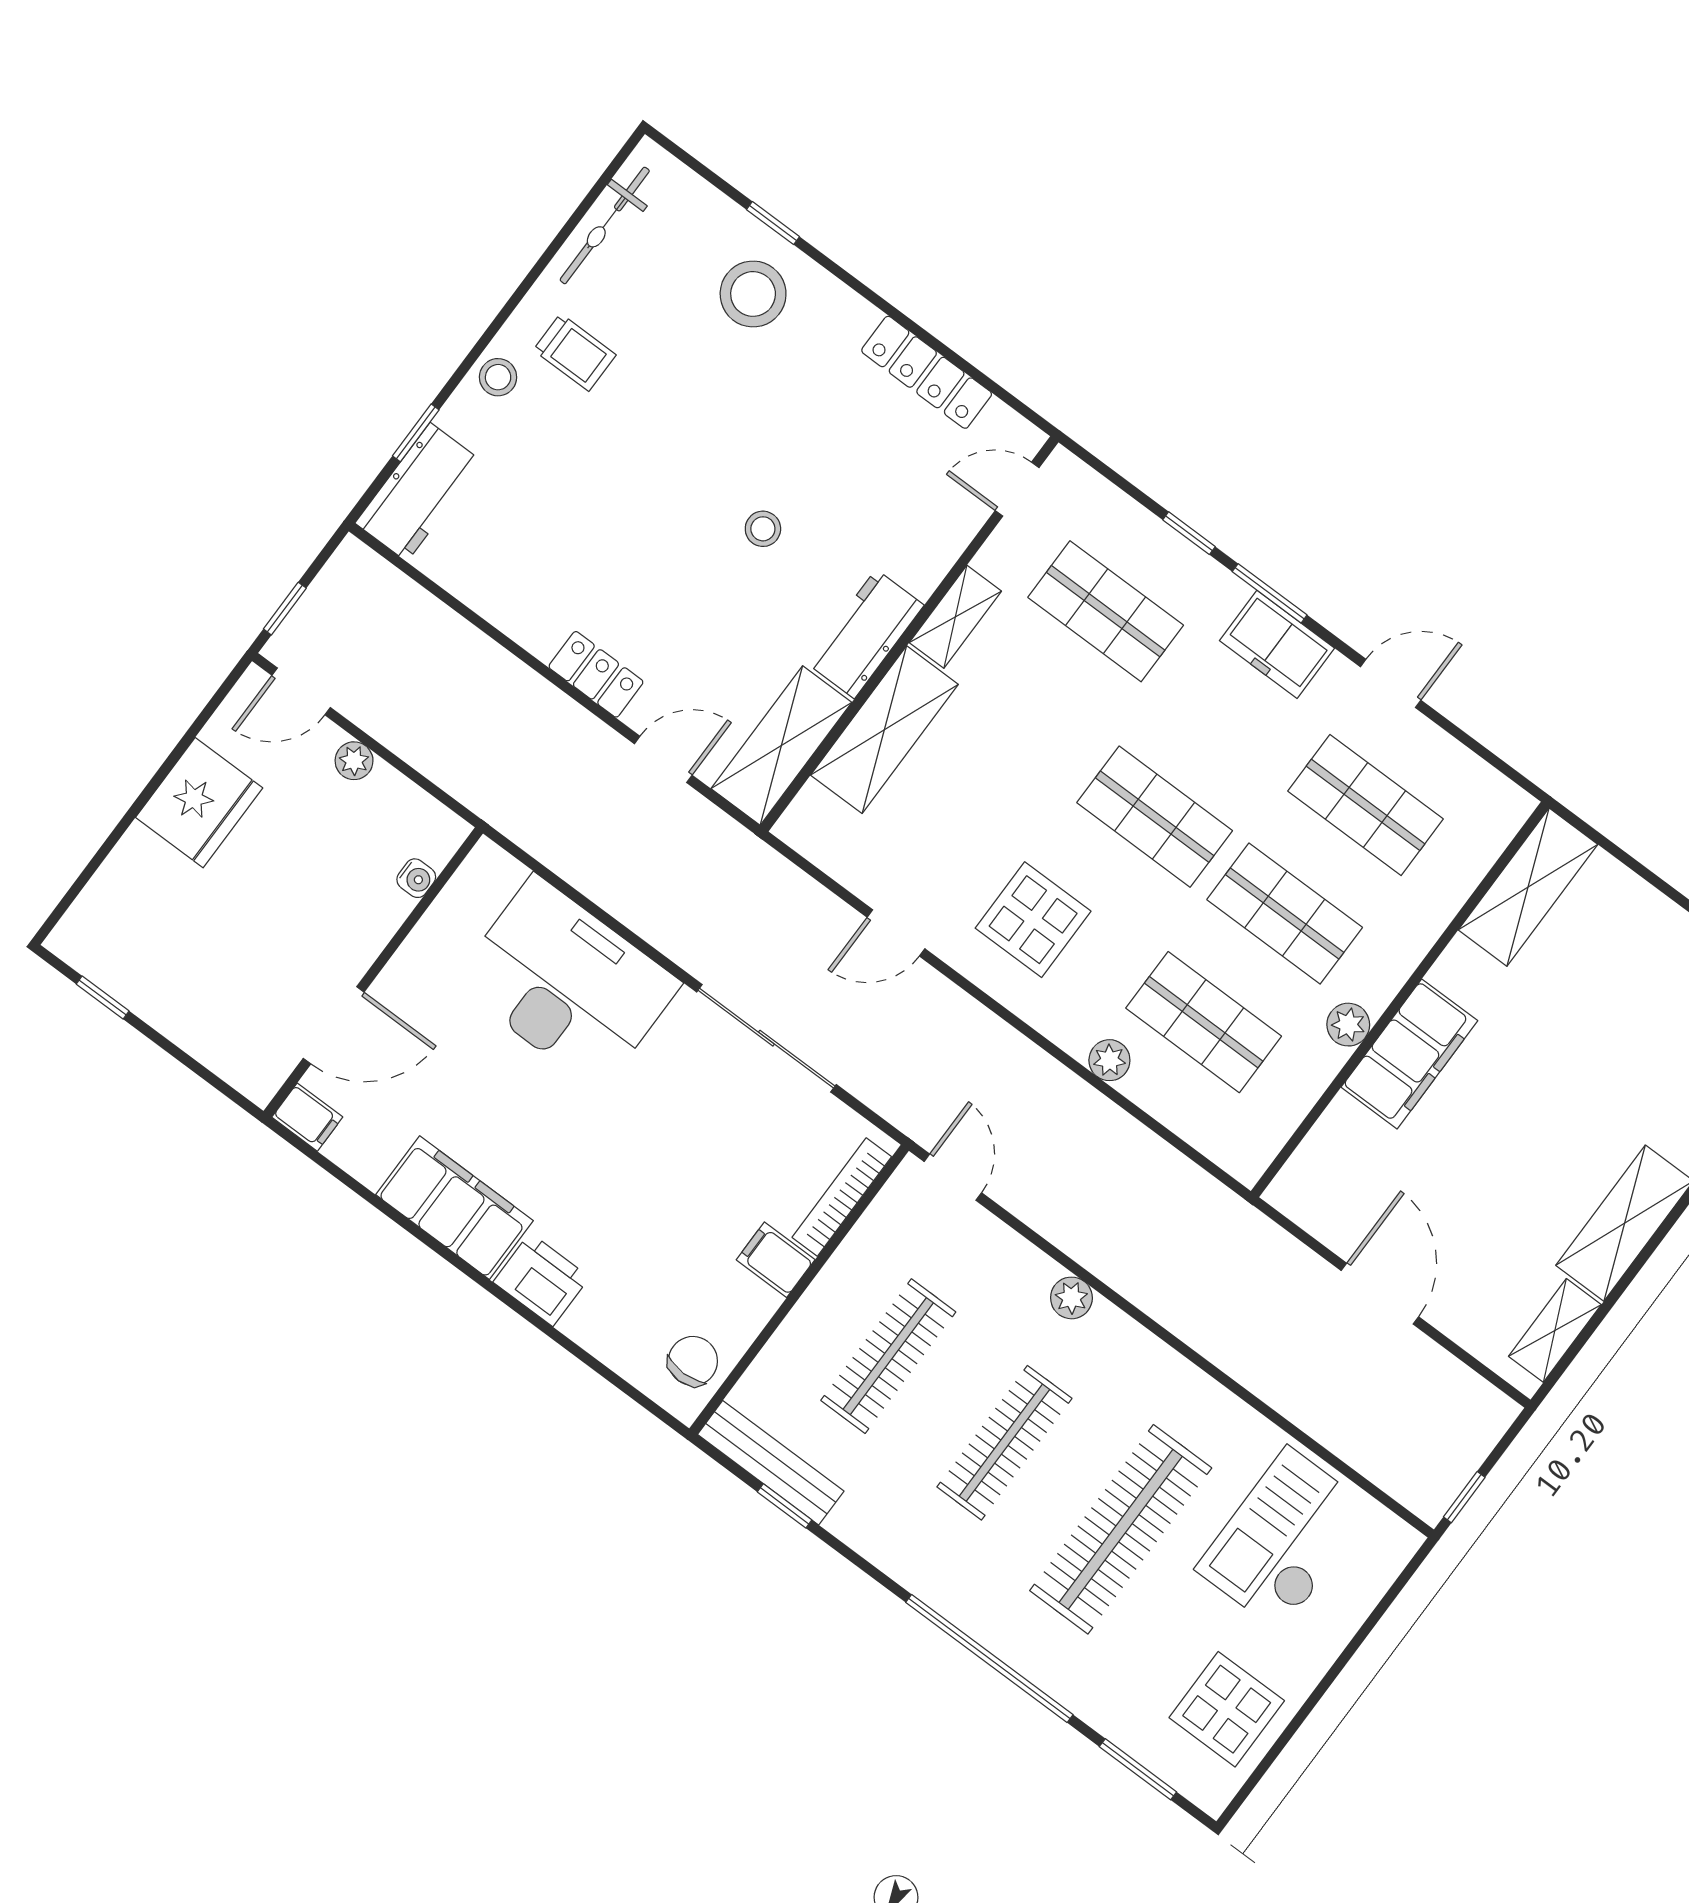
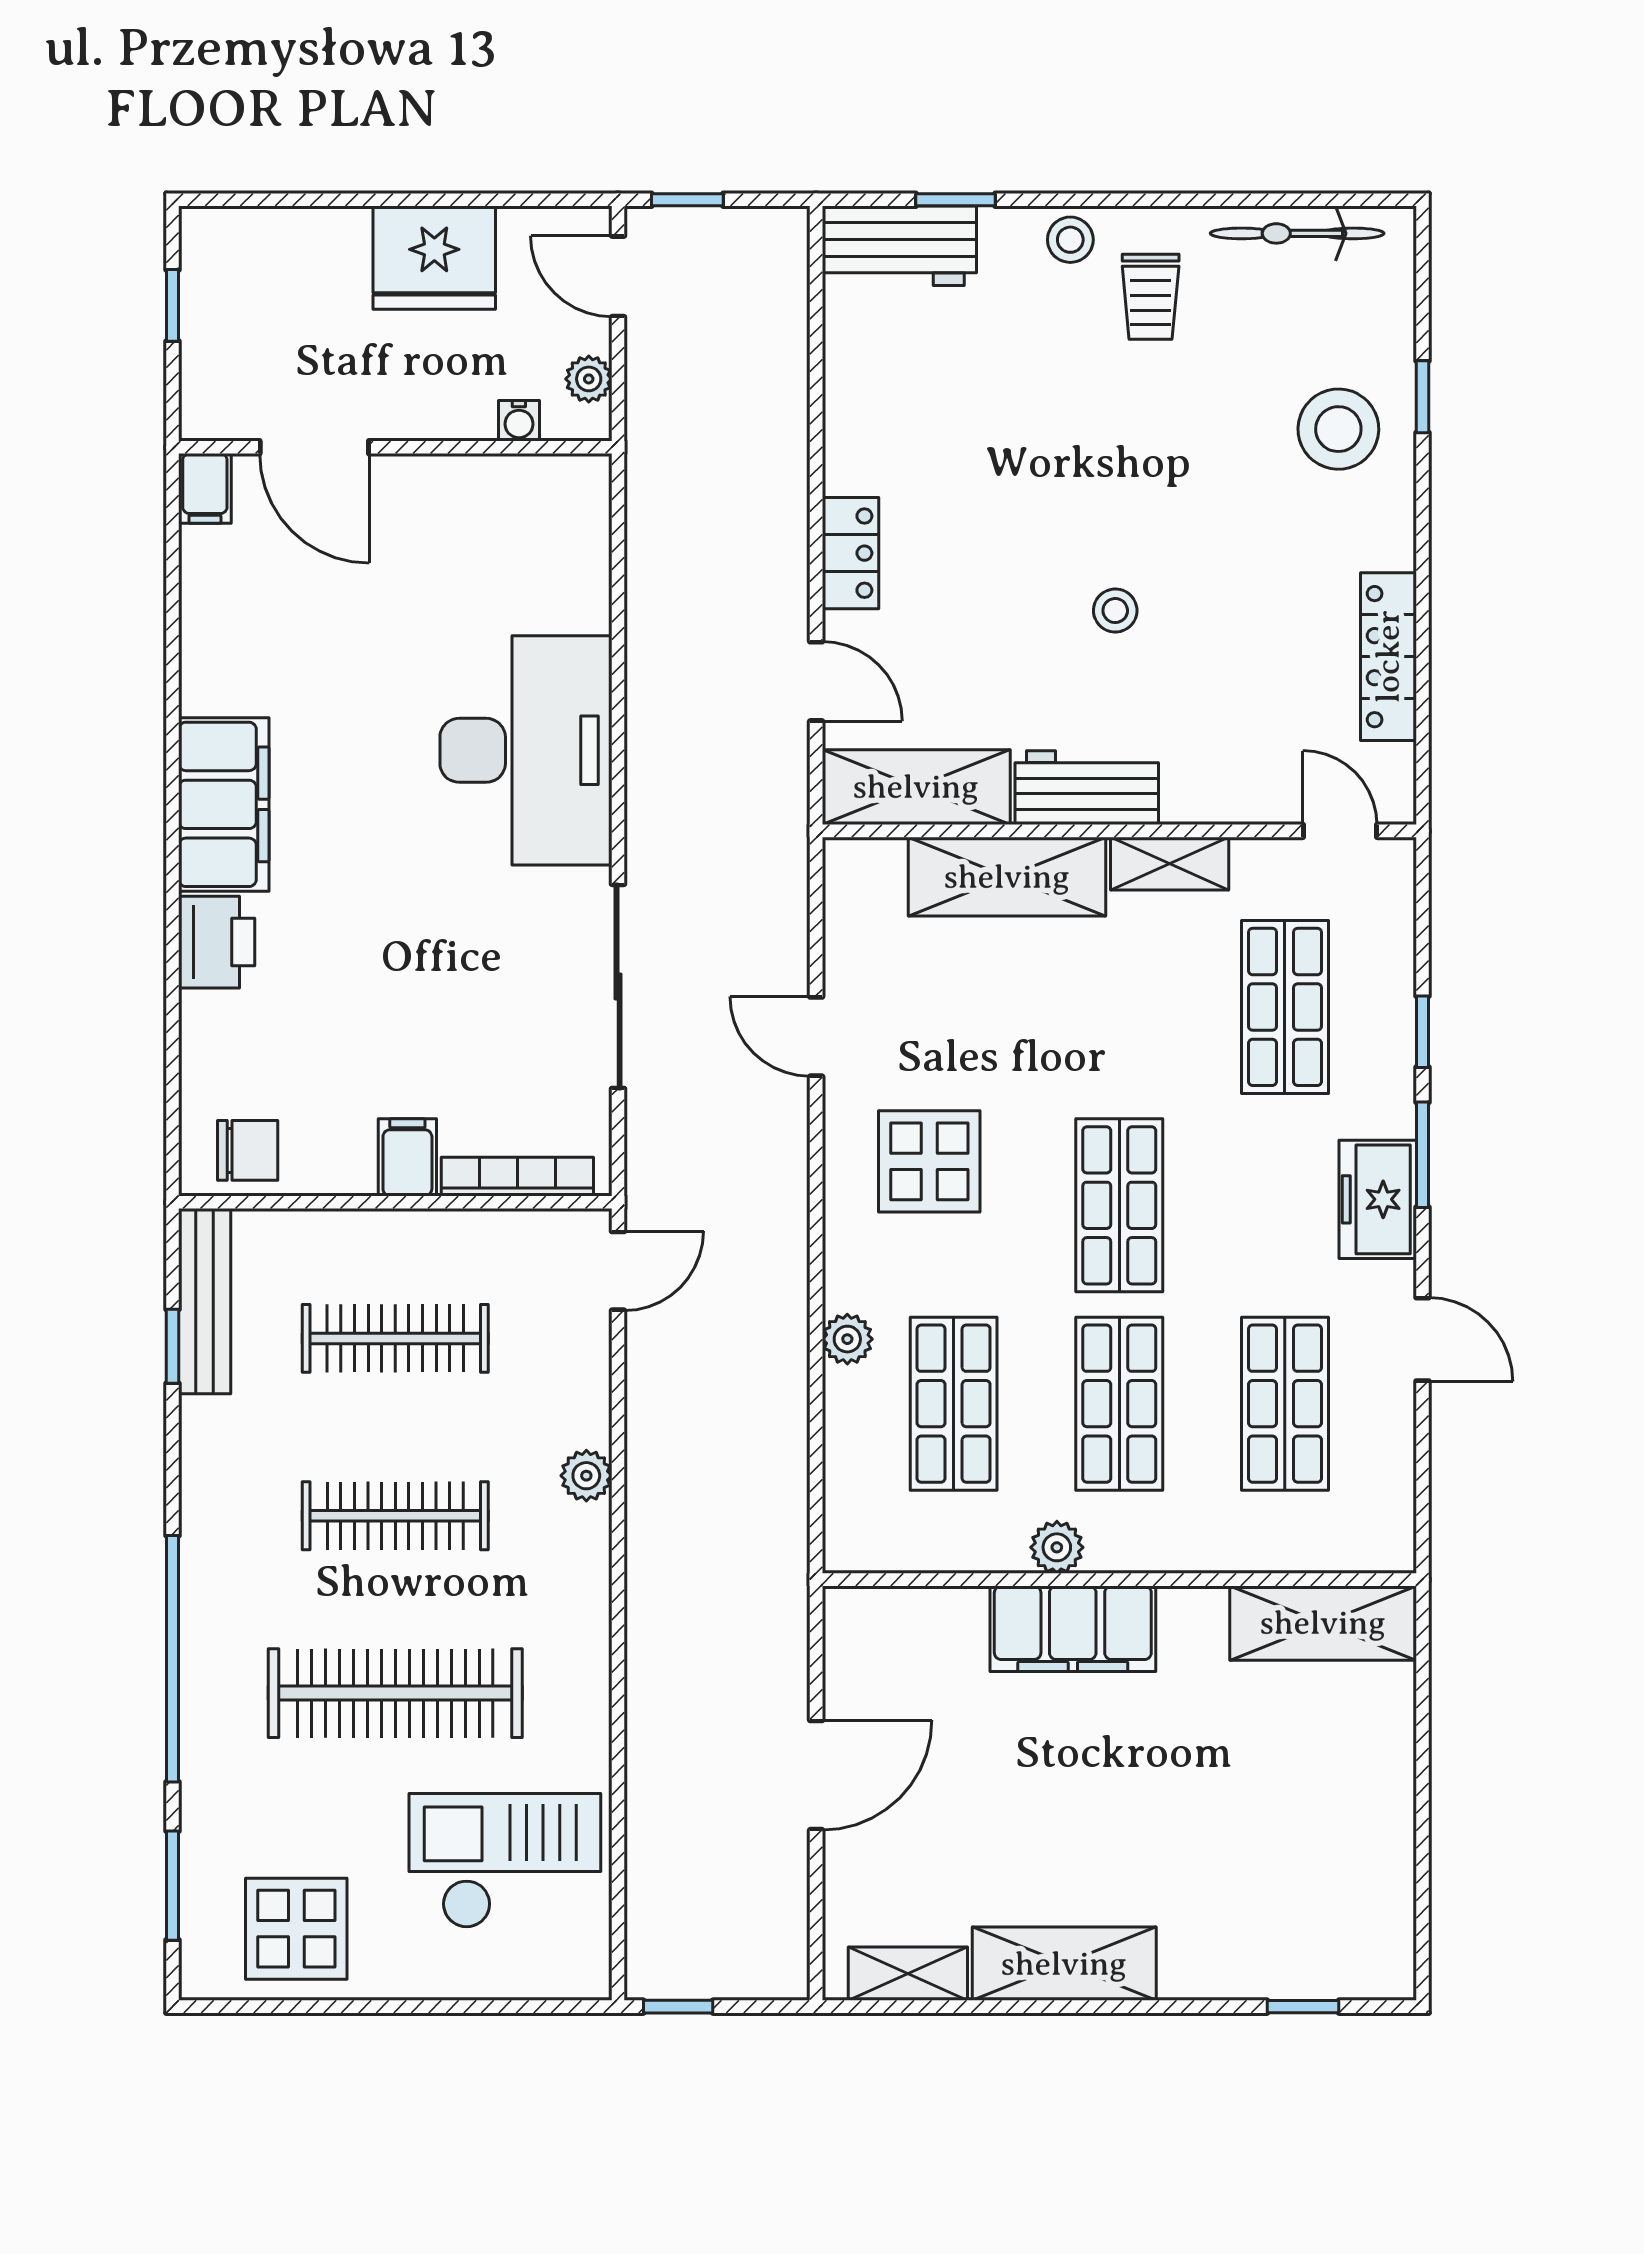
water cooler: (416, 878) -> (519, 421), moved
wall: (373, 972) -> (395, 447), moved
door: (334, 1025) -> (314, 447), moved
filing cabinet: (307, 1117) -> (205, 488), moved

